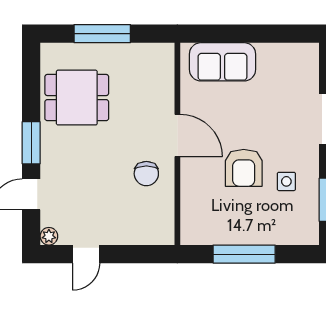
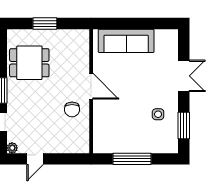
window: (102, 34) -> (45, 24), width x0.69
sofa: (222, 62) -> (126, 41), width x1.36
armchair: (244, 168) -> (132, 106), removed

